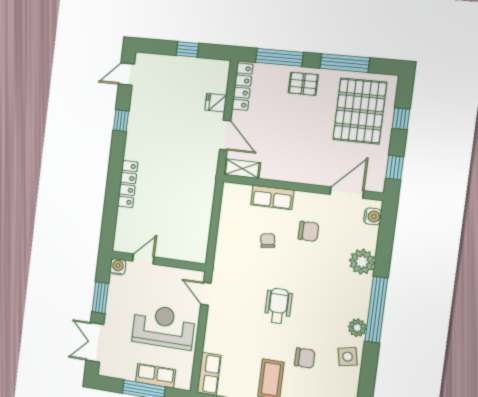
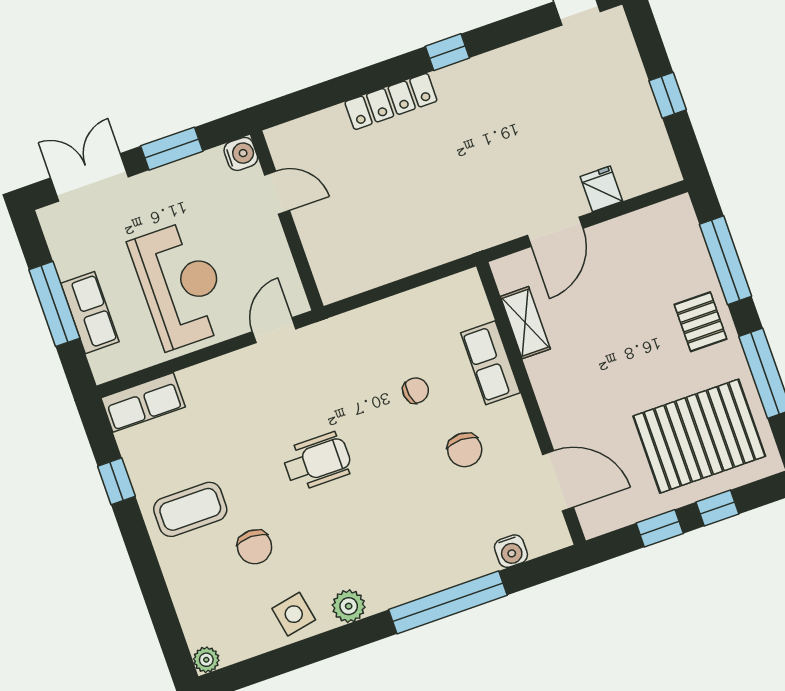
locker: (242, 87) -> (649, 221), removed
window: (121, 121) -> (447, 52), moved
window: (395, 167) -> (660, 528), moved
shelving: (242, 169) -> (525, 323), moved
water cooler: (373, 216) -> (511, 551), moved
plant: (362, 262) -> (459, 561), removed
window: (376, 310) -> (448, 602), moved

